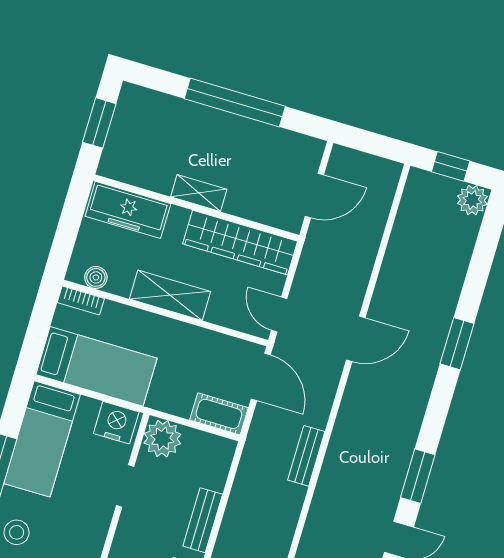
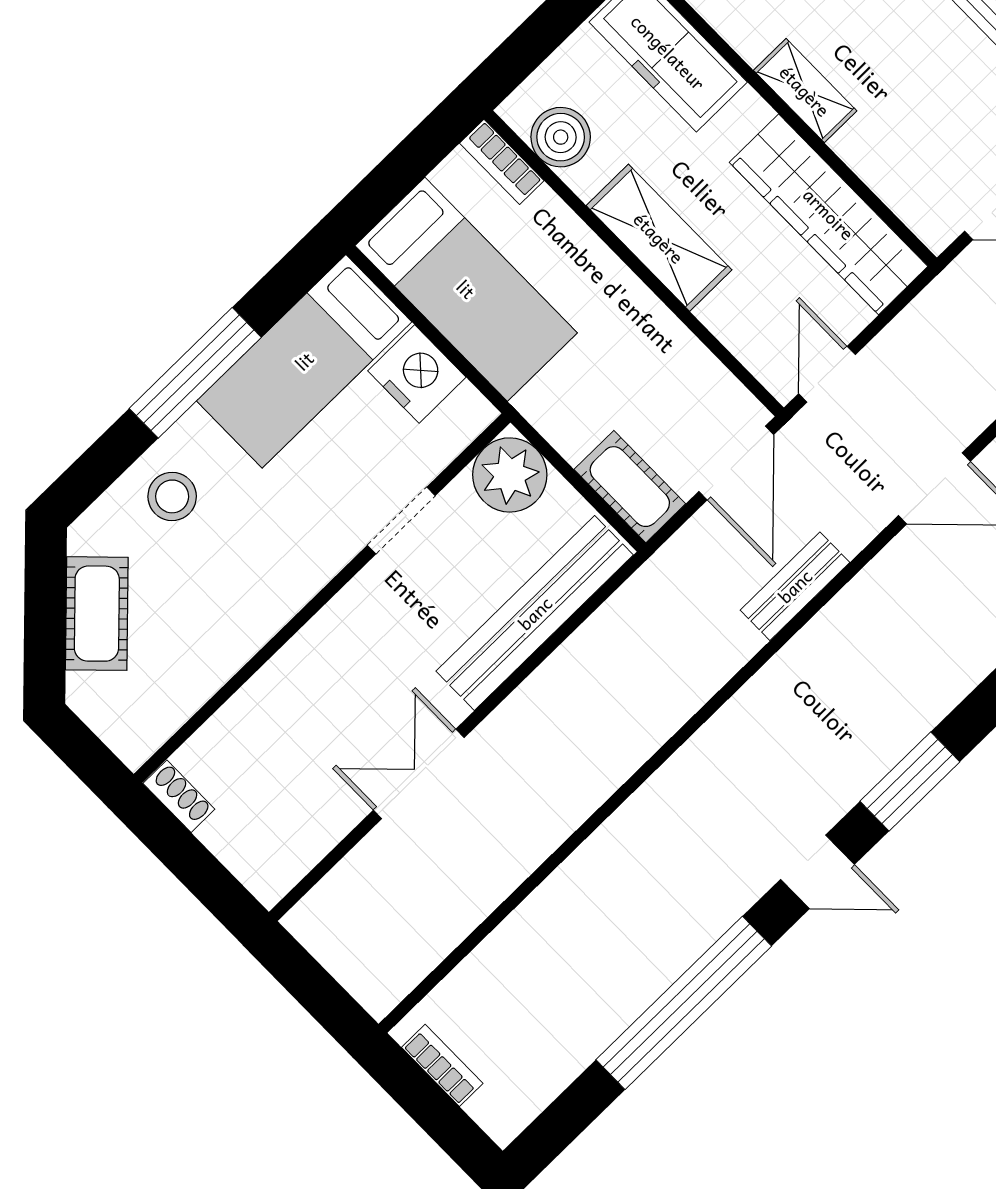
boiler: (96, 277) -> (561, 137), width x1.36, depth x1.36
nightstand: (116, 423) -> (417, 374), moved
bench: (306, 456) -> (795, 586), moved
bench: (203, 520) -> (535, 613), width x1.86, depth x1.21

